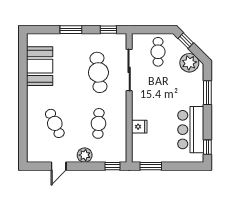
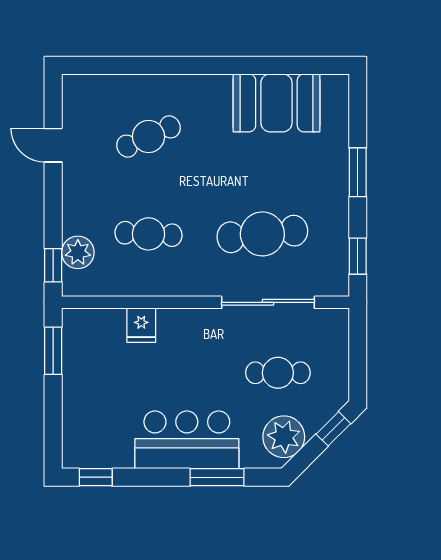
cafe table: (158, 52) -> (278, 373), moved
bar counter: (191, 130) -> (187, 440), moved
plant: (85, 155) -> (78, 252), moved

